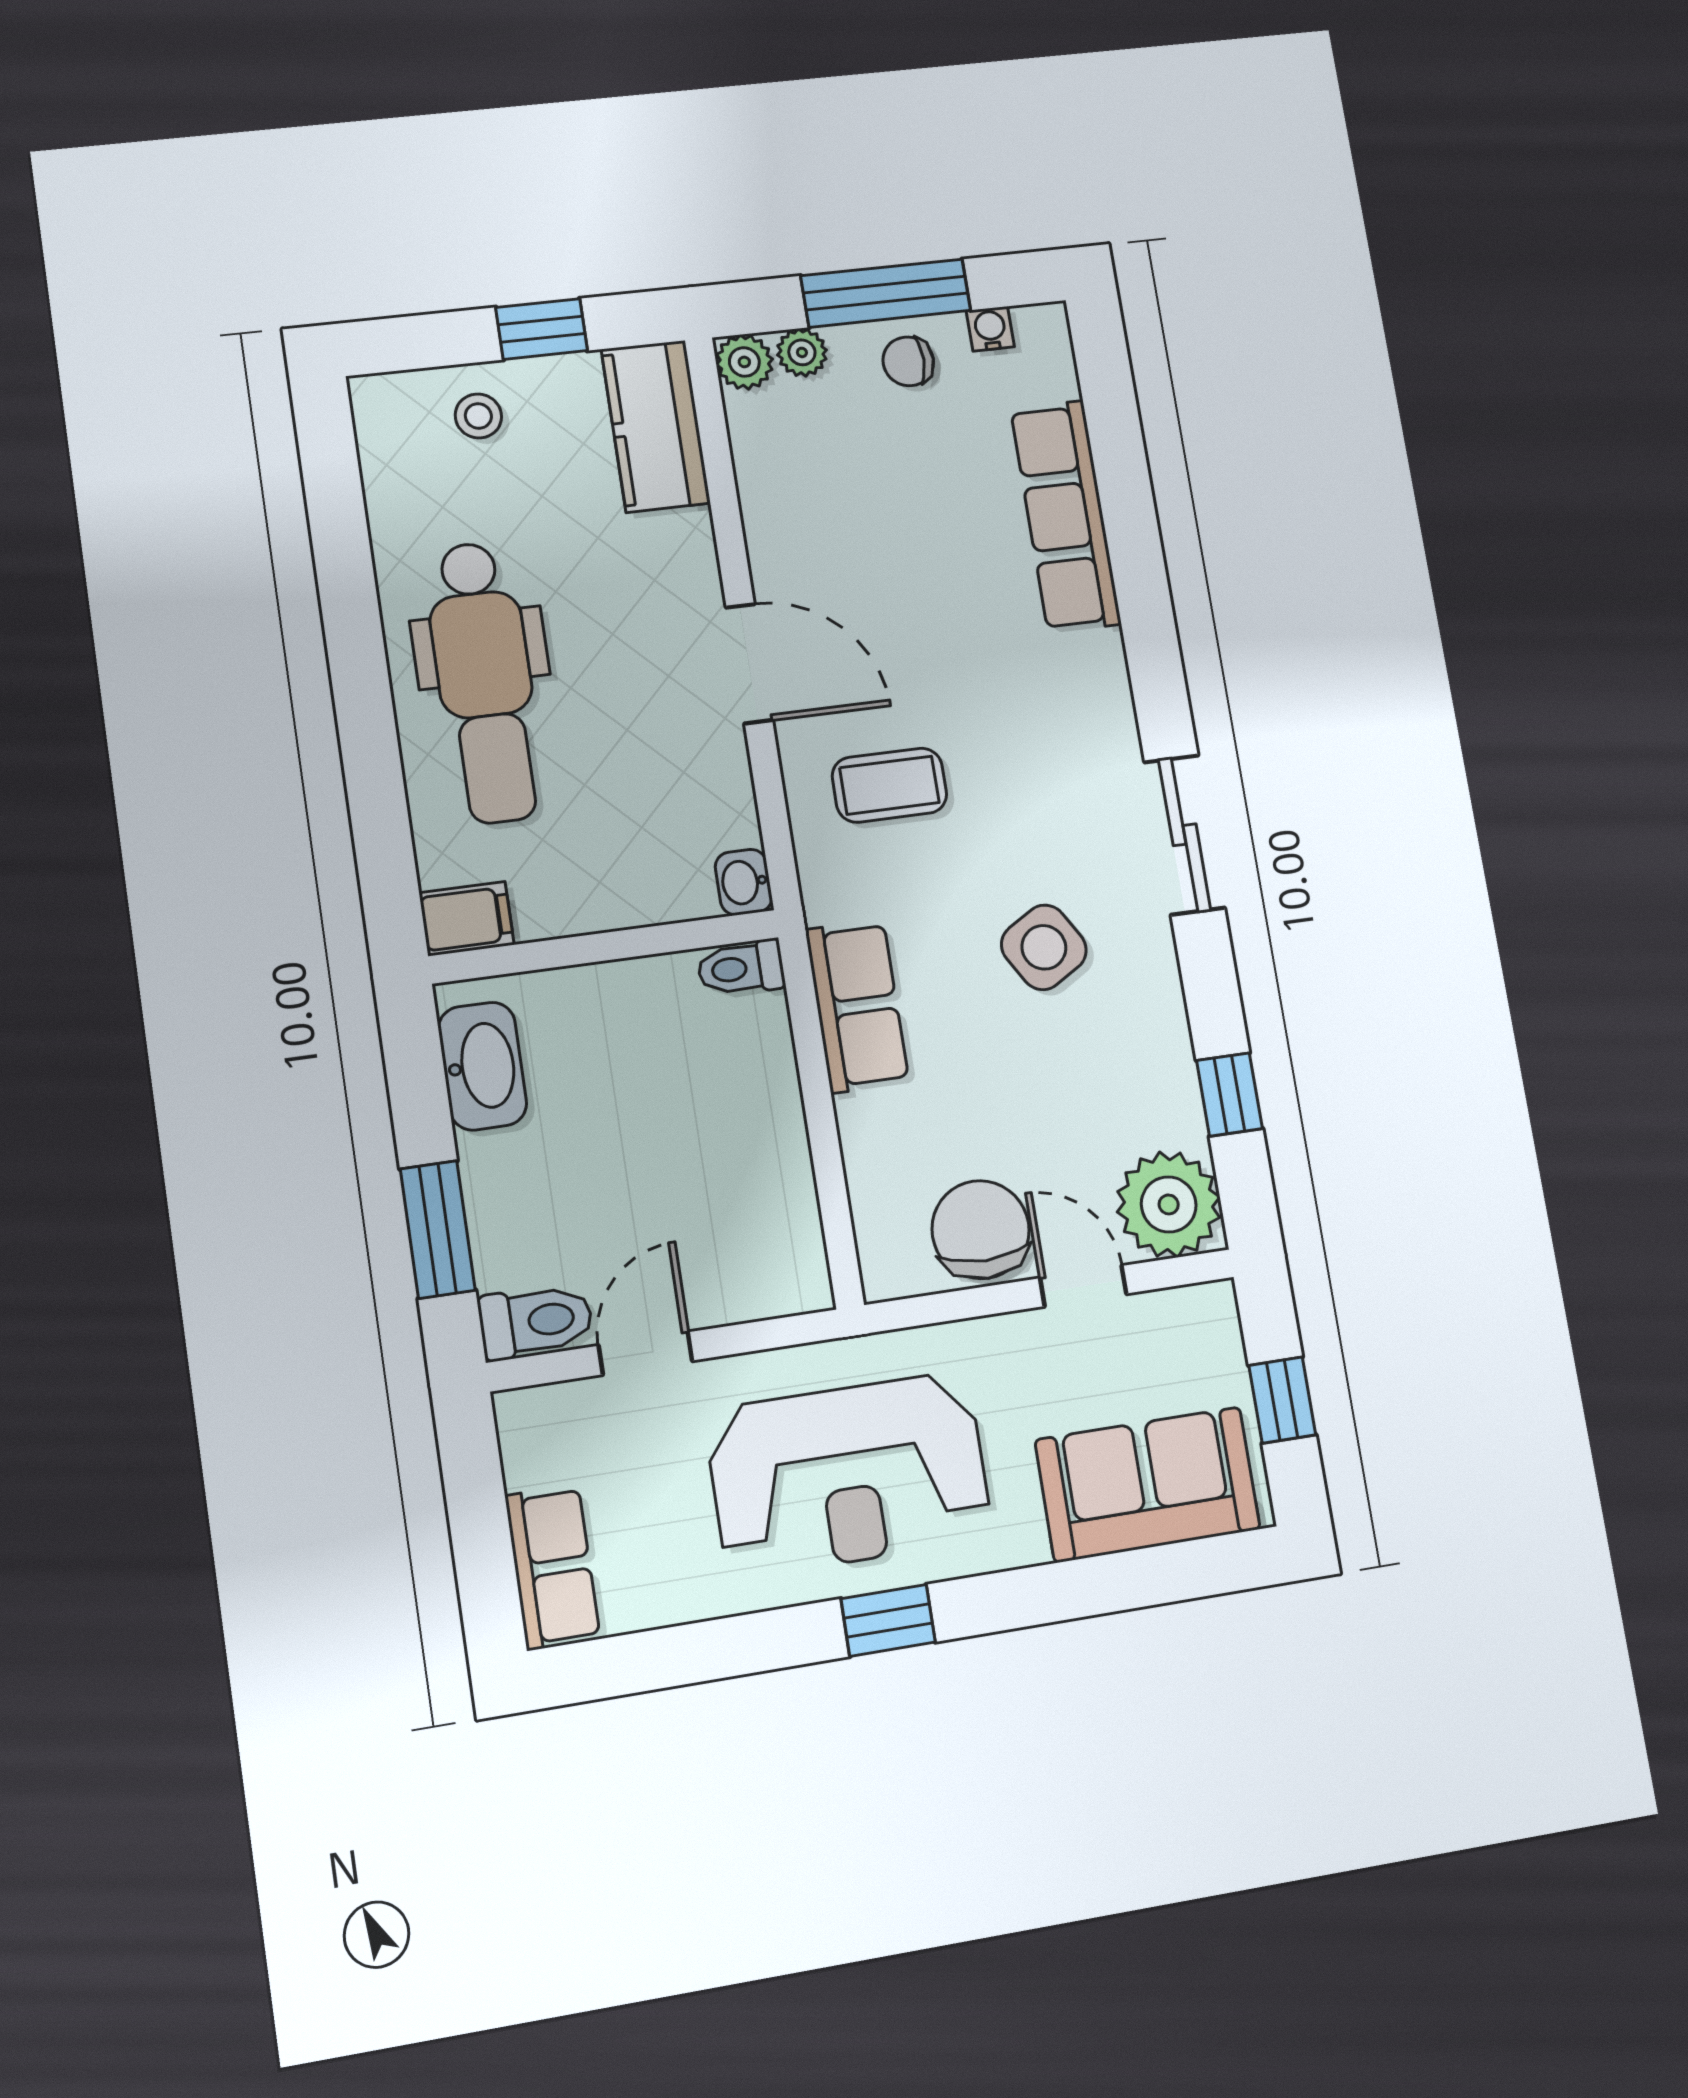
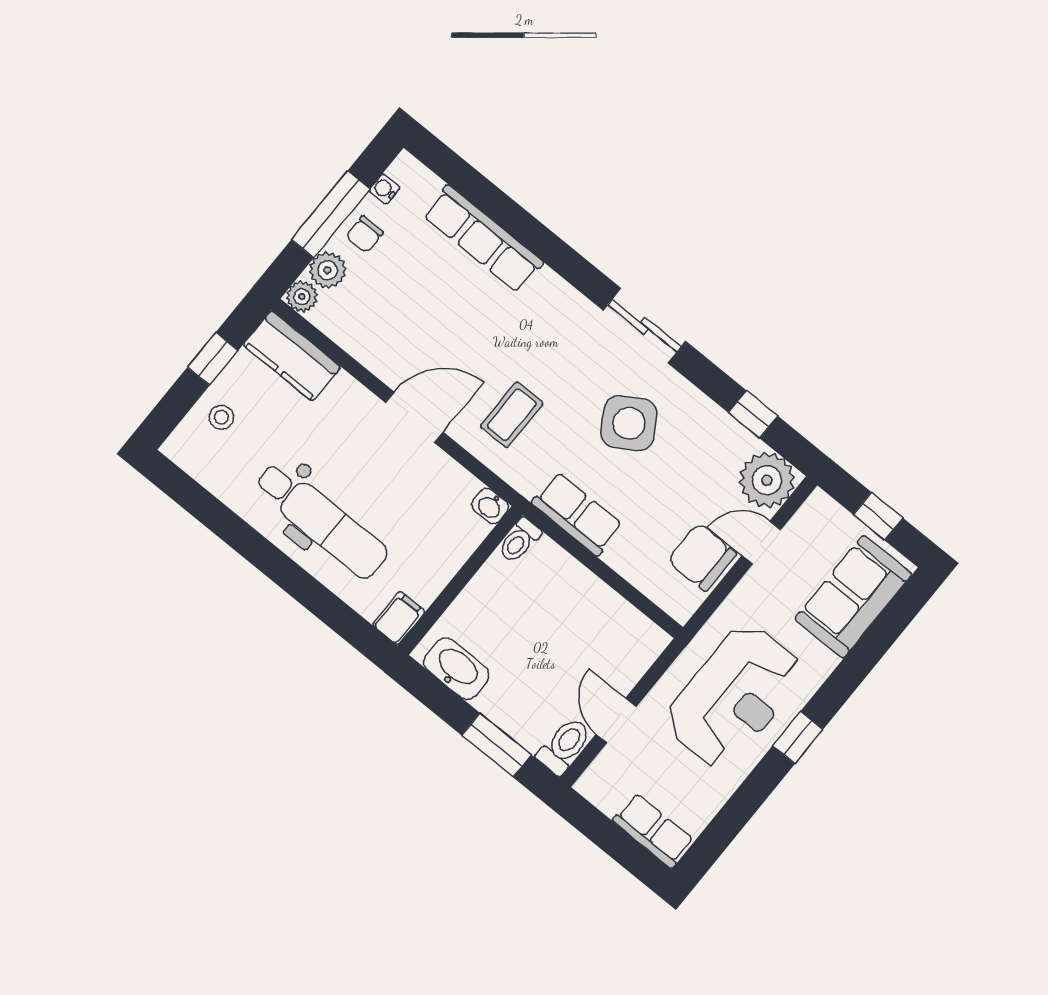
plant: (802, 352) -> (327, 270), width x1.38, depth x1.38
side table: (1044, 947) -> (629, 423), width x1.37, depth x1.37

